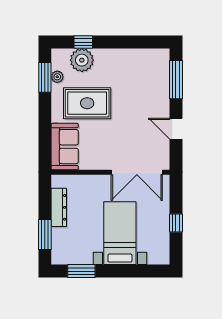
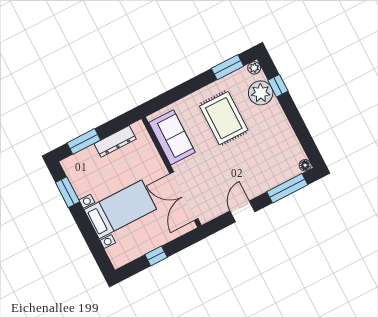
floor lamp: (164, 54) -> (305, 165), added
plant: (57, 77) -> (254, 68), moved
sofa: (65, 147) -> (172, 137), moved, turned -90

